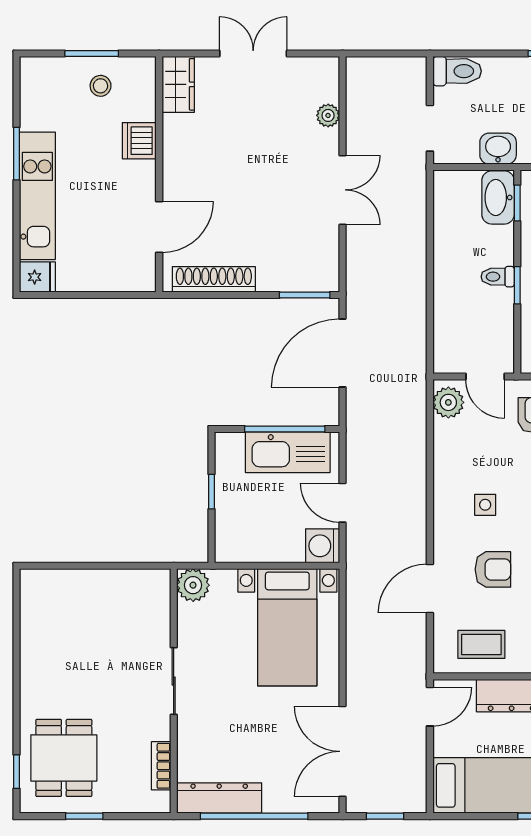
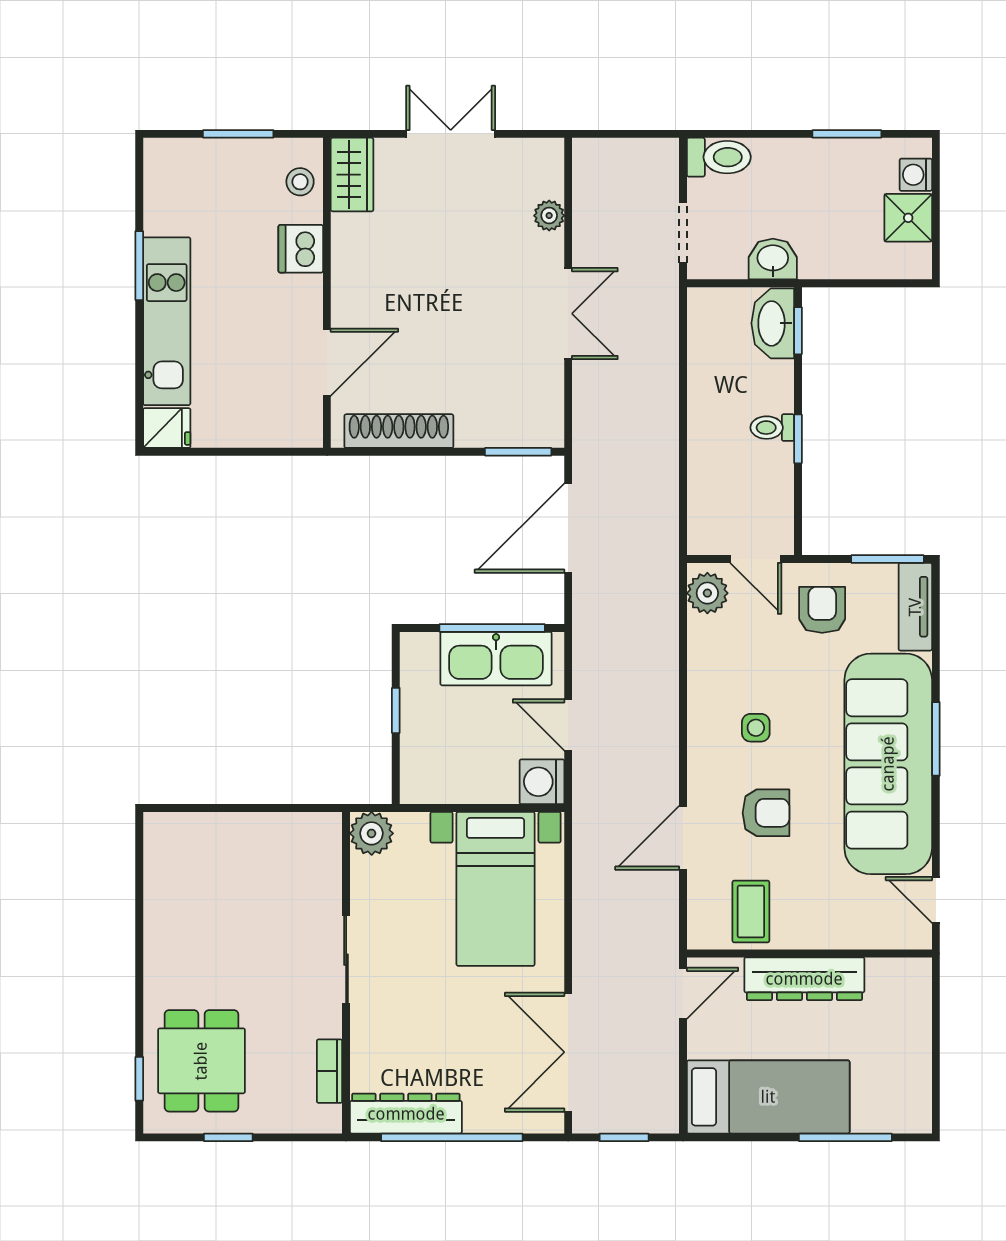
stool: (101, 86) -> (300, 182), moved
coffee table: (481, 644) -> (751, 911), turned 90

